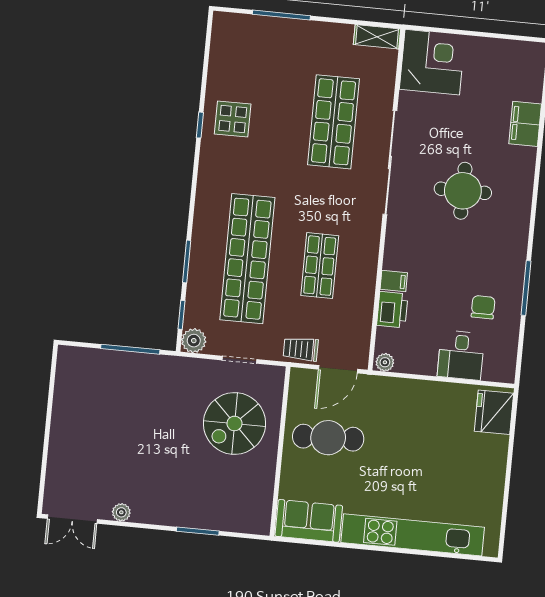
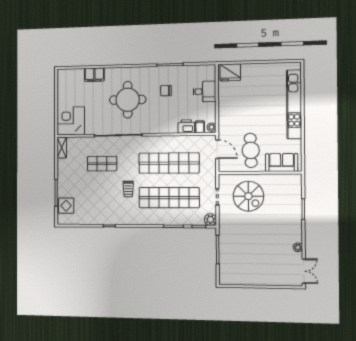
display table: (233, 119) -> (66, 206), moved
shop shelf: (333, 122) -> (102, 164), width x0.70, depth x0.74
round table: (463, 191) -> (128, 100), width x1.36, depth x1.36
shop shelf: (320, 266) -> (169, 163), width x2.00, depth x1.36
filing cabinet: (394, 281) -> (200, 127), moved
chair: (483, 307) -> (166, 91), moved
trolley: (301, 349) -> (128, 189), moved
sofa: (309, 521) -> (282, 163), moved, turned 90

